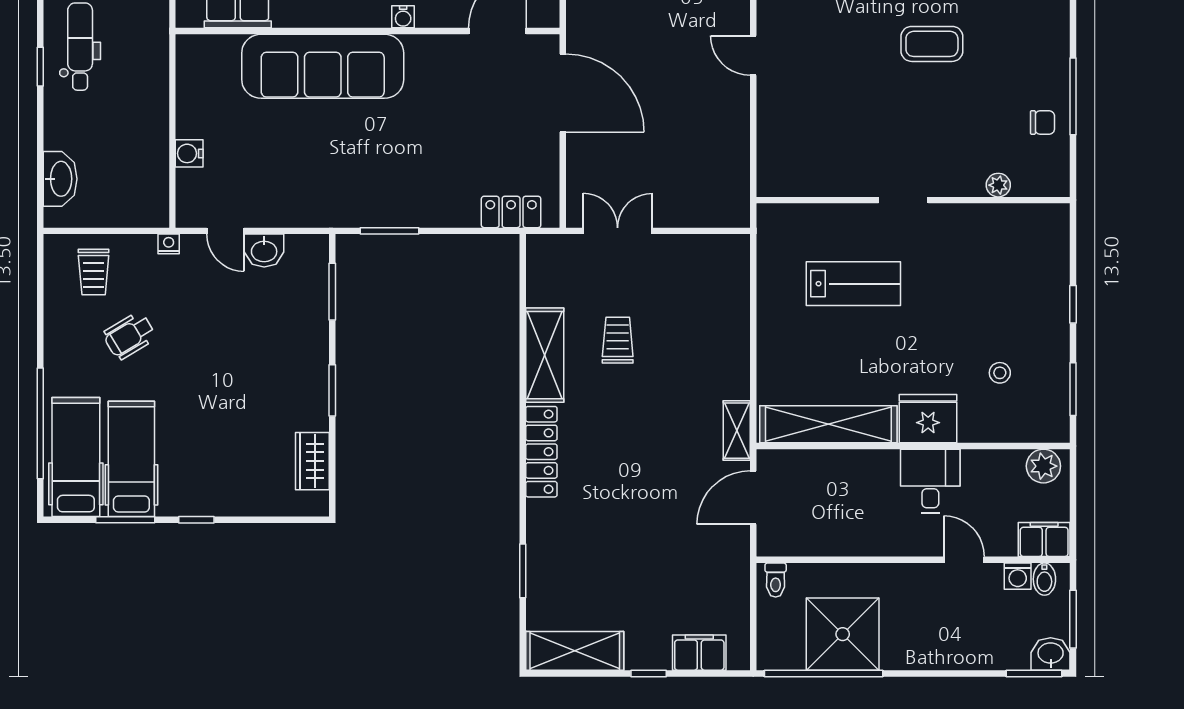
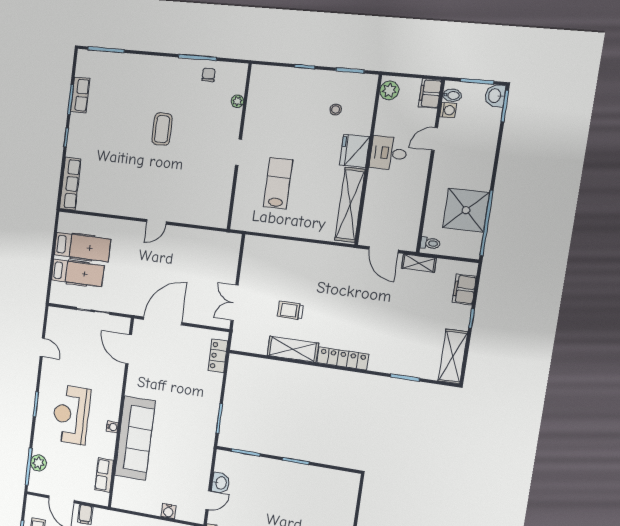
water cooler: (403, 17) -> (112, 427), moved
shelving: (737, 431) -> (419, 263), moved
wardrobe: (312, 461) -> (331, 477), removed

